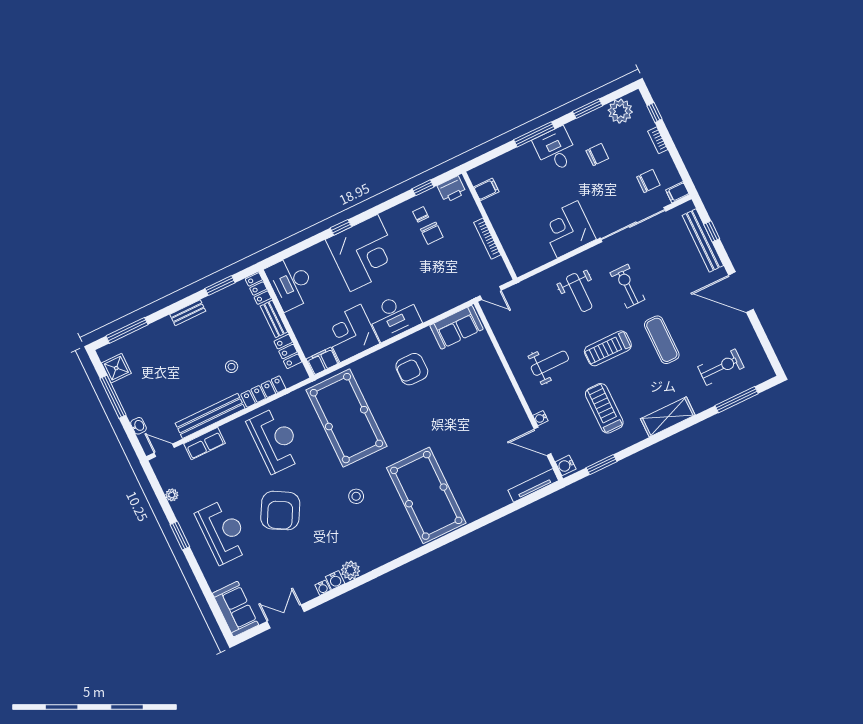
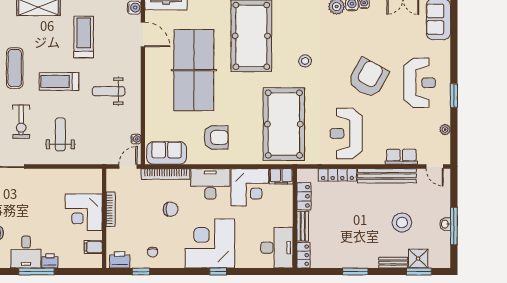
printer: (525, 152) -> (50, 261), added
corner desk: (567, 229) -> (84, 212), moved, turned 90
chair: (432, 233) -> (171, 209), moved, turned 90
window: (220, 286) -> (355, 271), moved
door: (491, 293) -> (128, 166), hinge flipped
bookcase: (447, 304) -> (166, 174), added
bench: (188, 313) -> (393, 263), moved
window: (127, 330) -> (419, 271), width x0.69
treadmill: (608, 348) -> (59, 81), turned 180
stool: (232, 367) -> (402, 222), moved, width x1.89, depth x1.89
shower: (116, 368) -> (418, 259), moved
treadmill: (604, 408) -> (84, 37), turned 180
water cooler: (540, 418) -> (136, 139), moved
washbasin: (138, 426) -> (445, 224), moved
table tennis table: (470, 429) -> (194, 70), added
reception desk: (223, 532) -> (420, 83), turned 180

